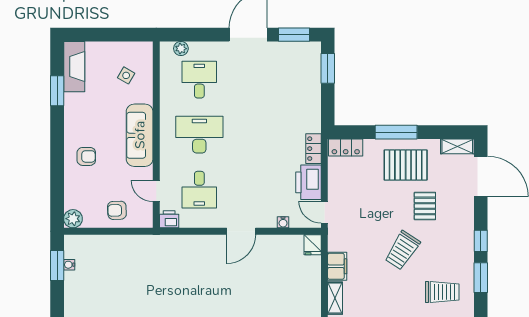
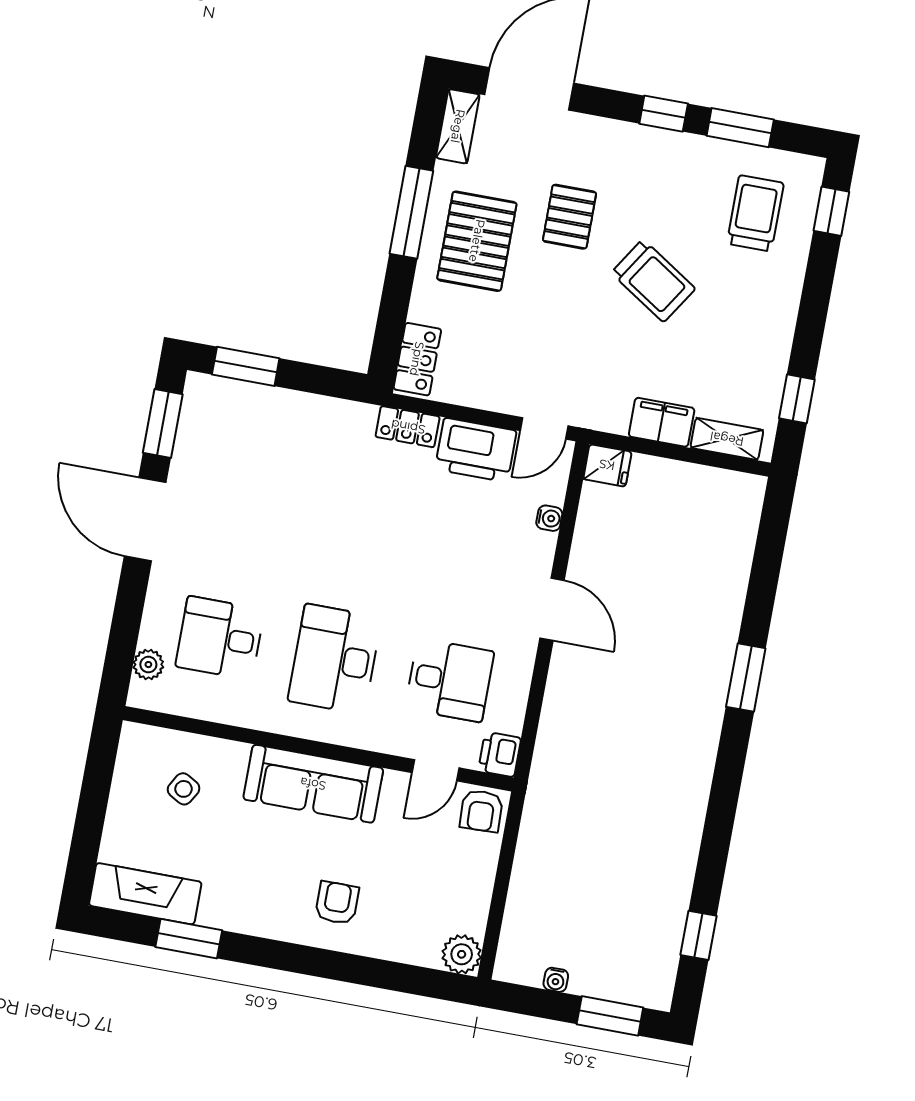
window: (396, 132) -> (411, 212), moved
pallet: (425, 206) -> (570, 217), turned 90
armchair: (117, 210) -> (481, 811), moved
window: (57, 265) -> (610, 1016), moved

